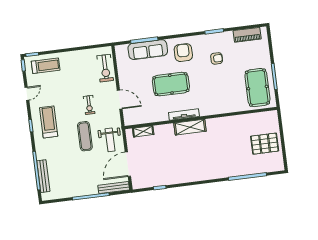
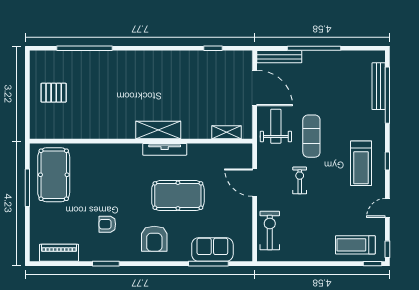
sofa: (148, 50) -> (212, 249), width x0.73
pallet: (265, 144) -> (54, 93), width x0.67, depth x0.71
door: (128, 164) -> (255, 88), hinge flipped

